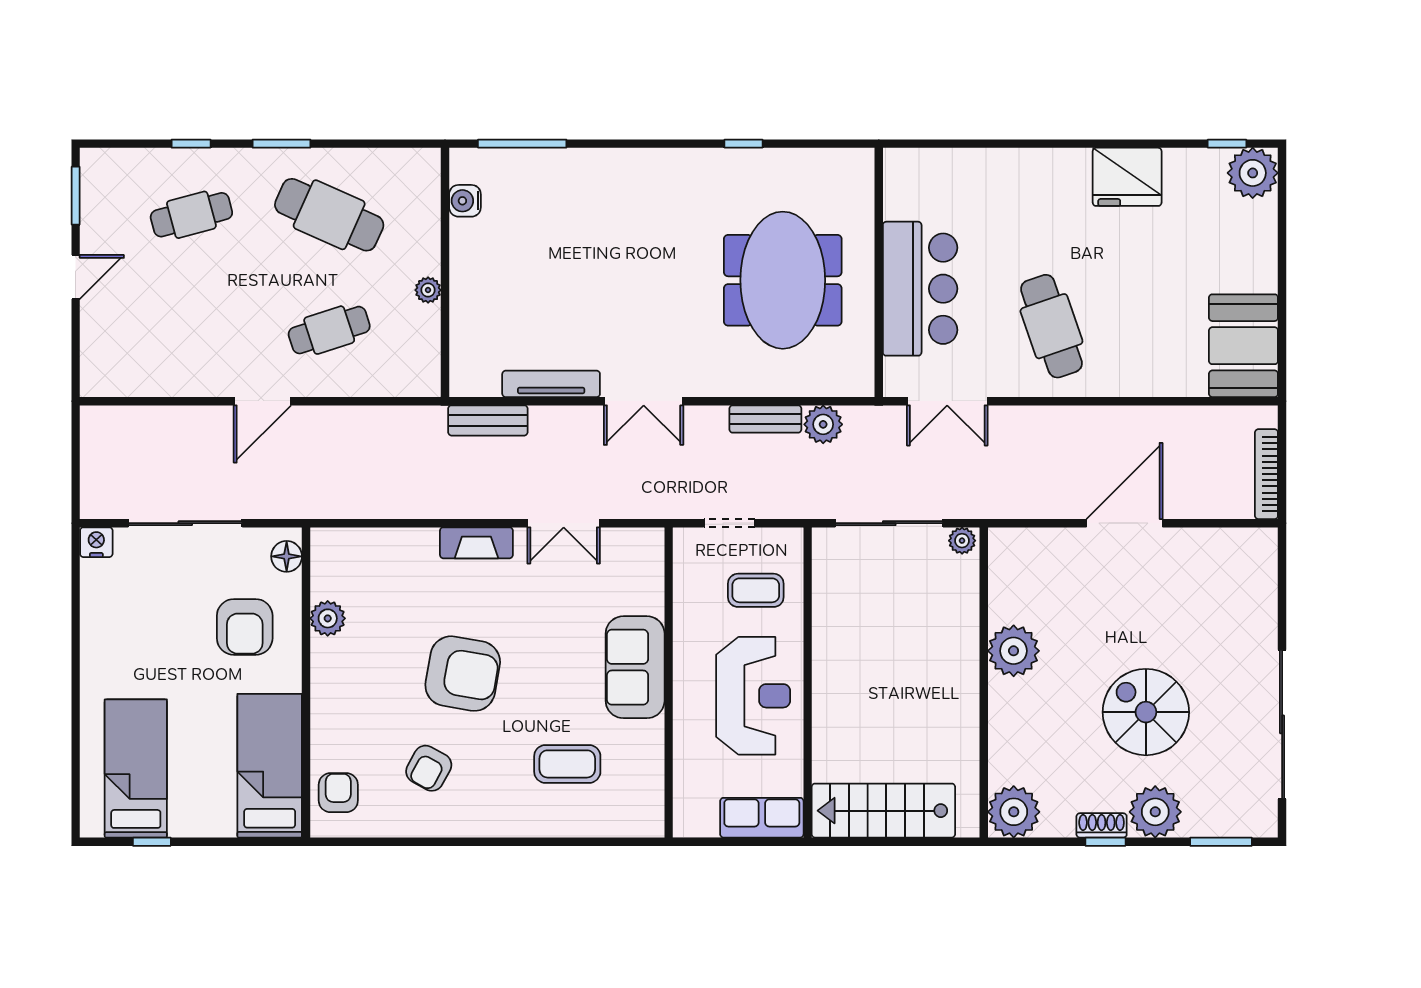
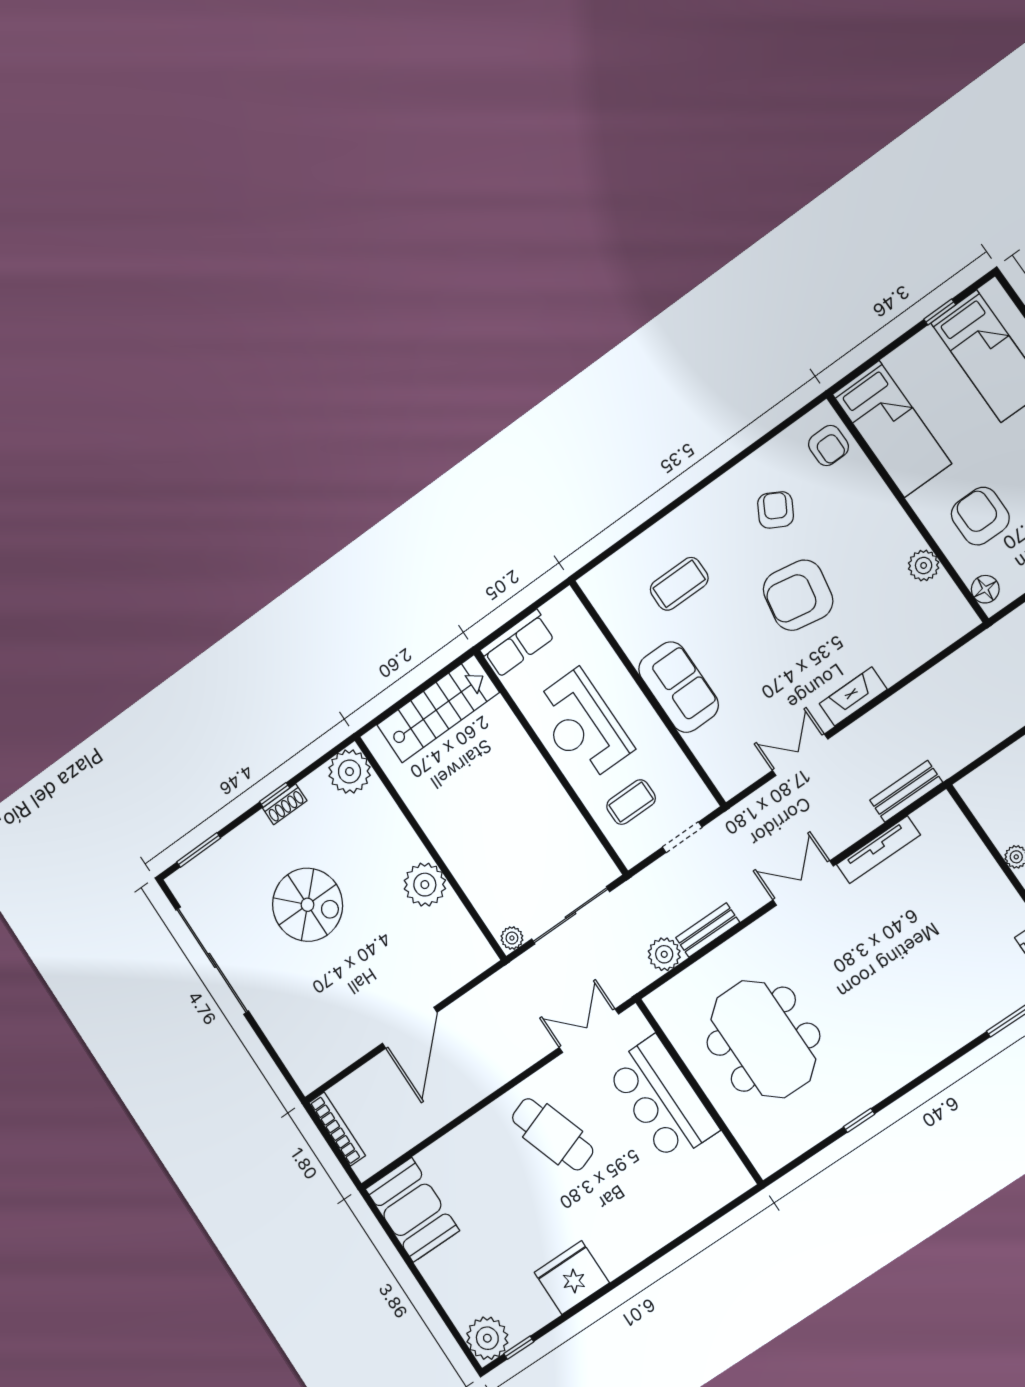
plant: (1155, 812) -> (255, 840), removed

